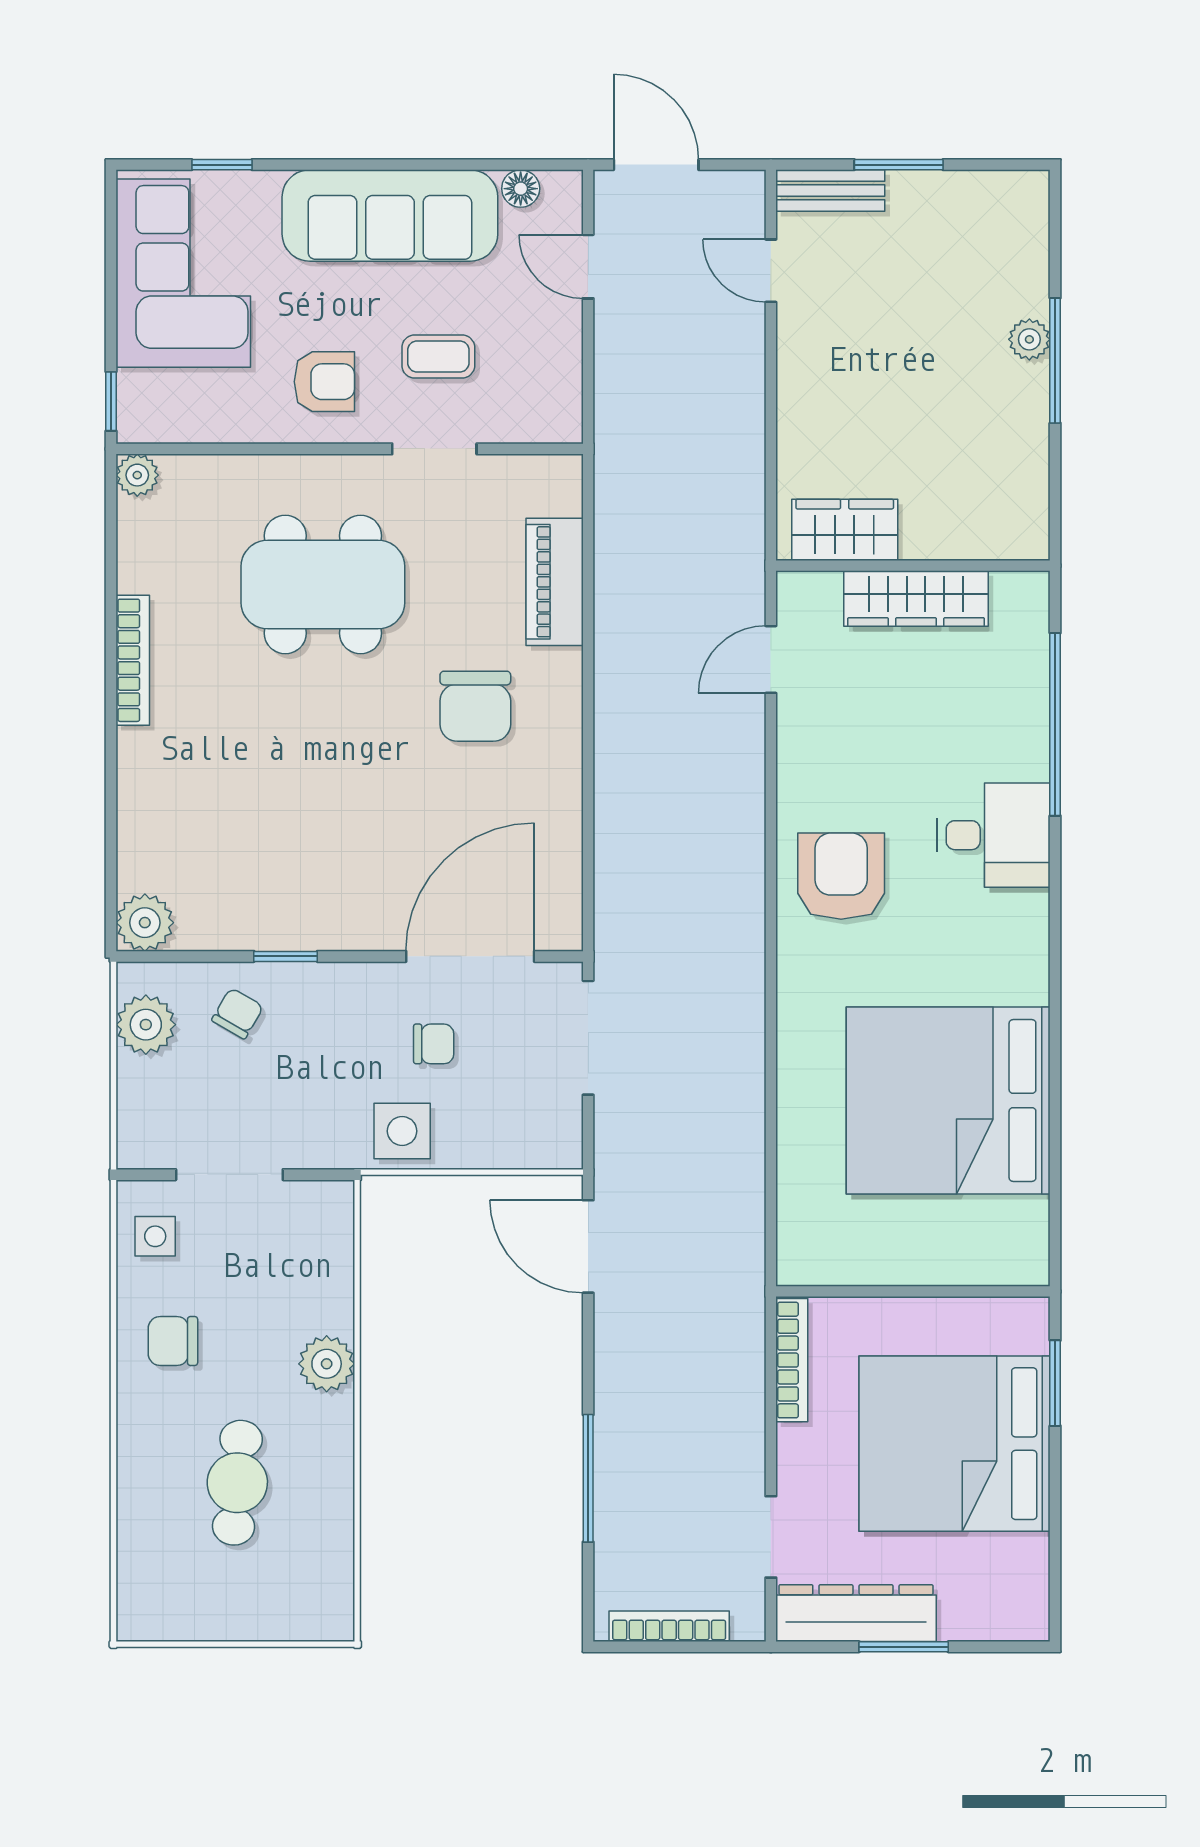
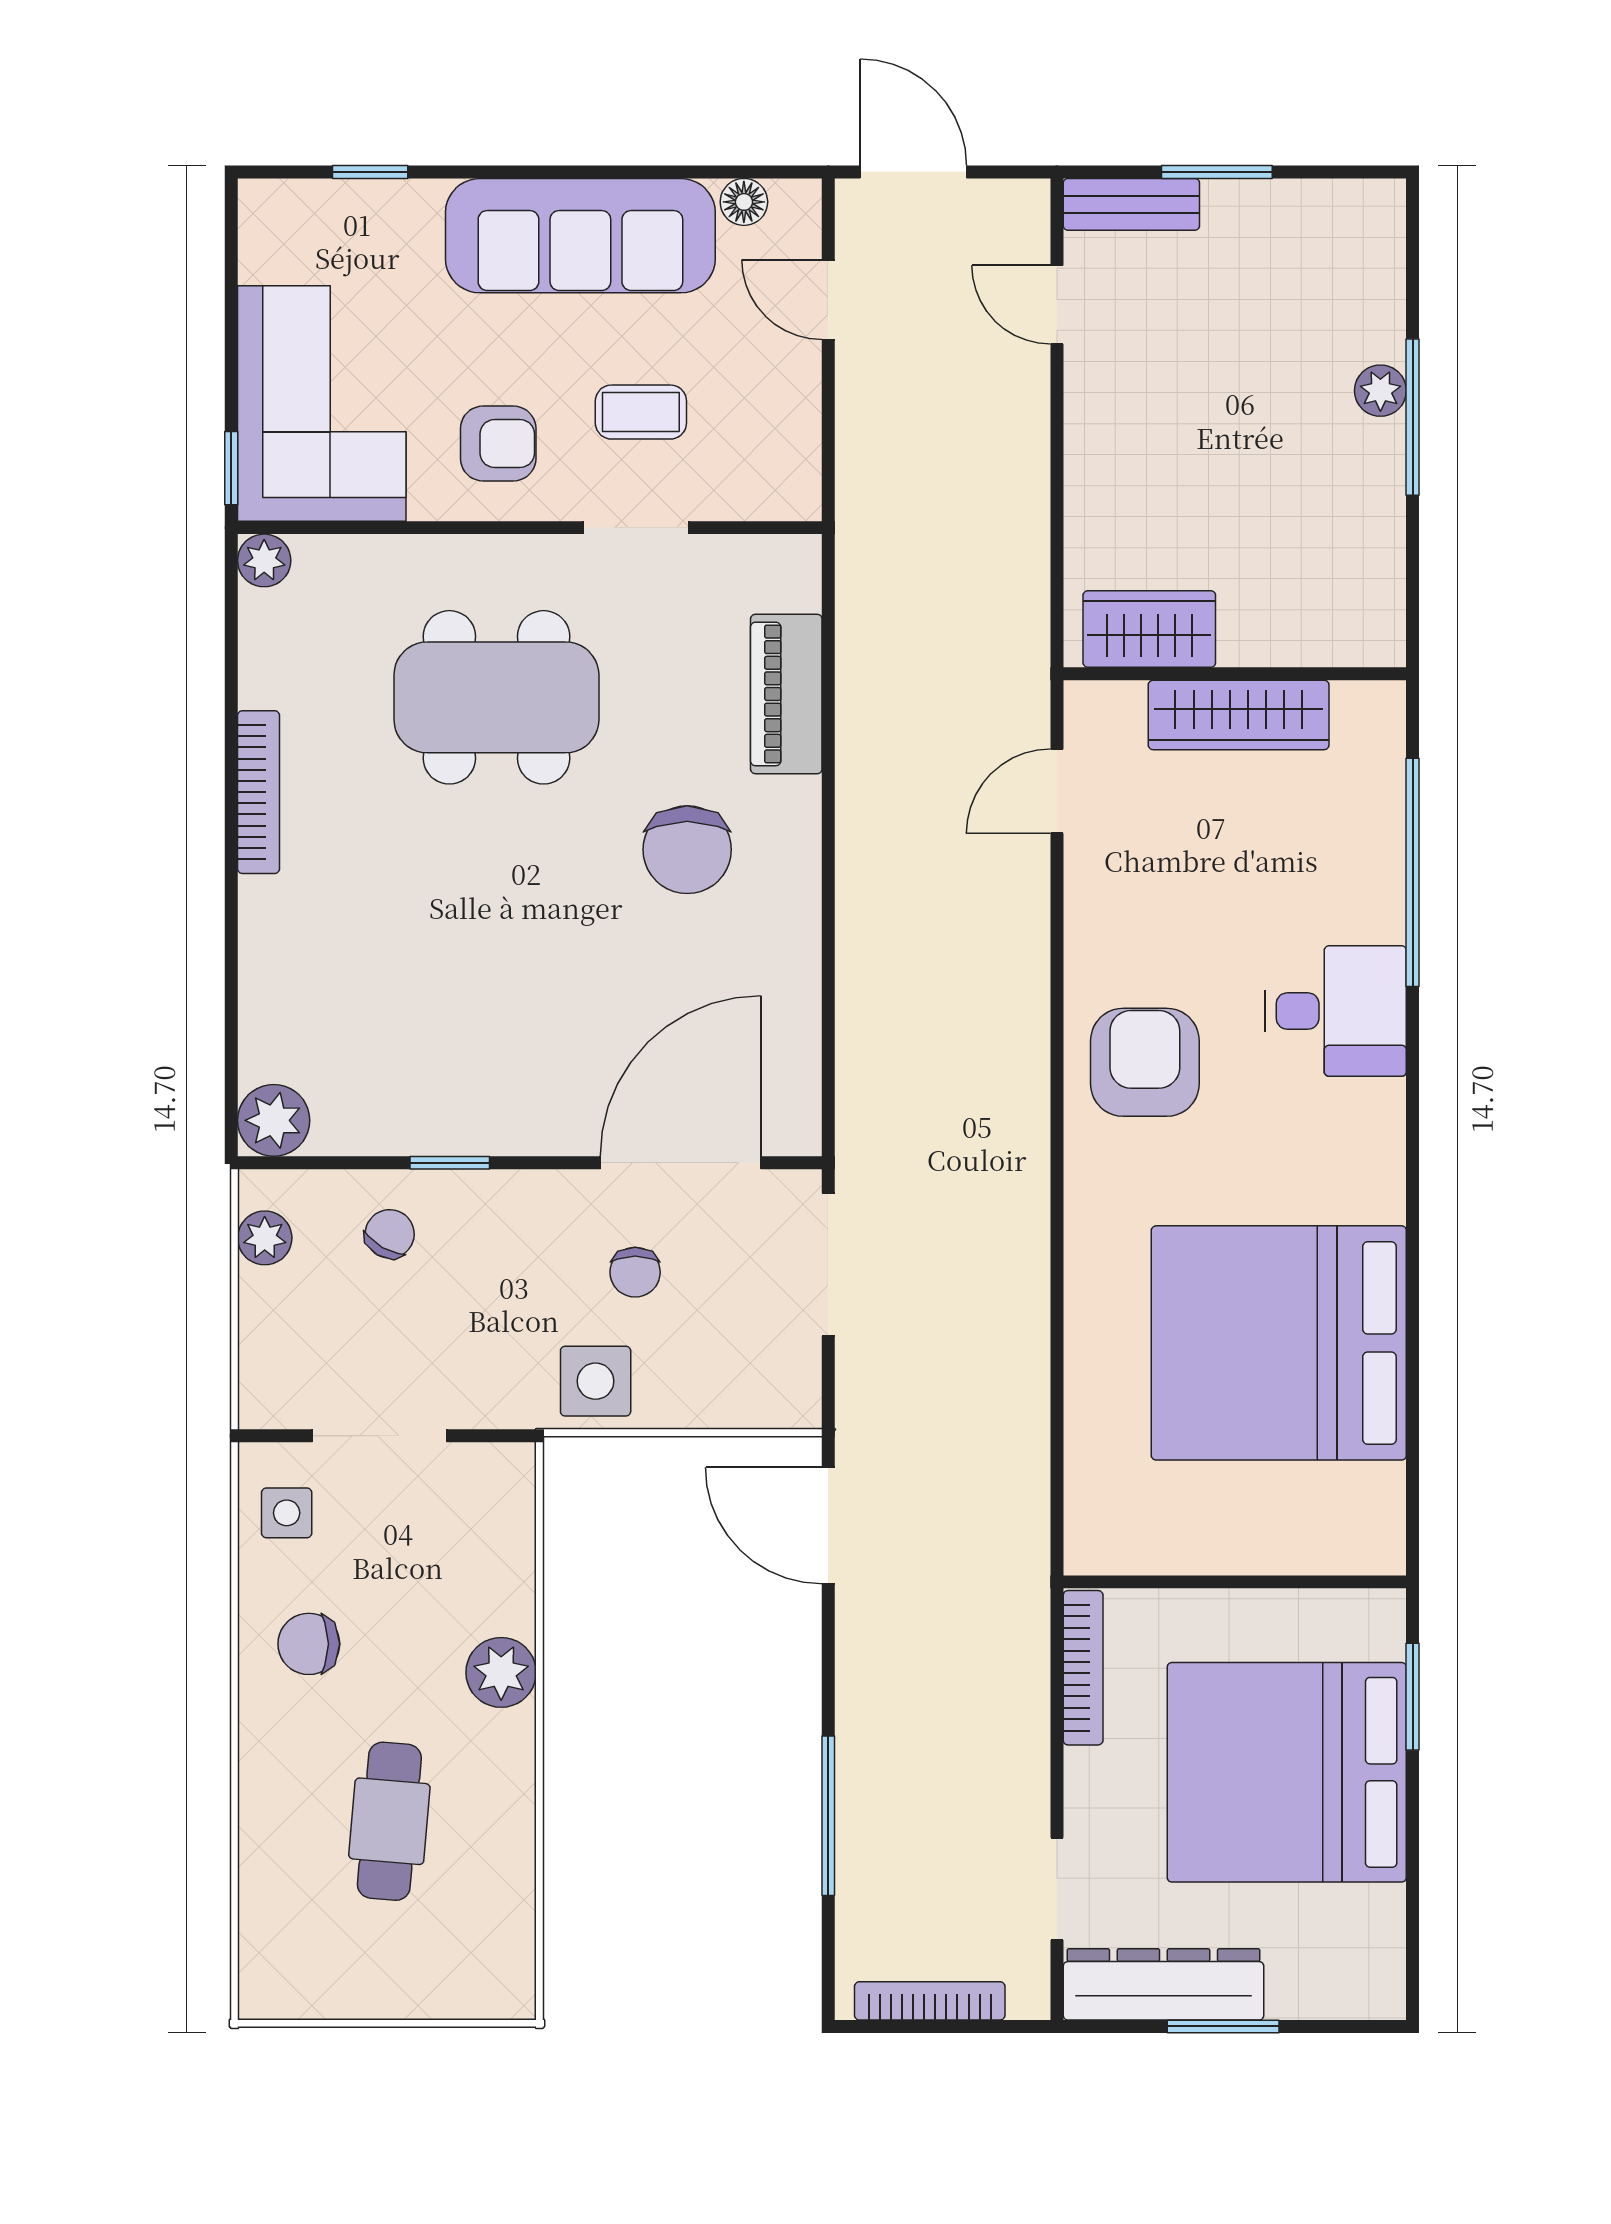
corner sofa: (183, 273) -> (322, 403), moved
plant: (146, 1025) -> (265, 1238), width x0.73, depth x0.73
chair: (434, 1044) -> (635, 1272), turned 90

